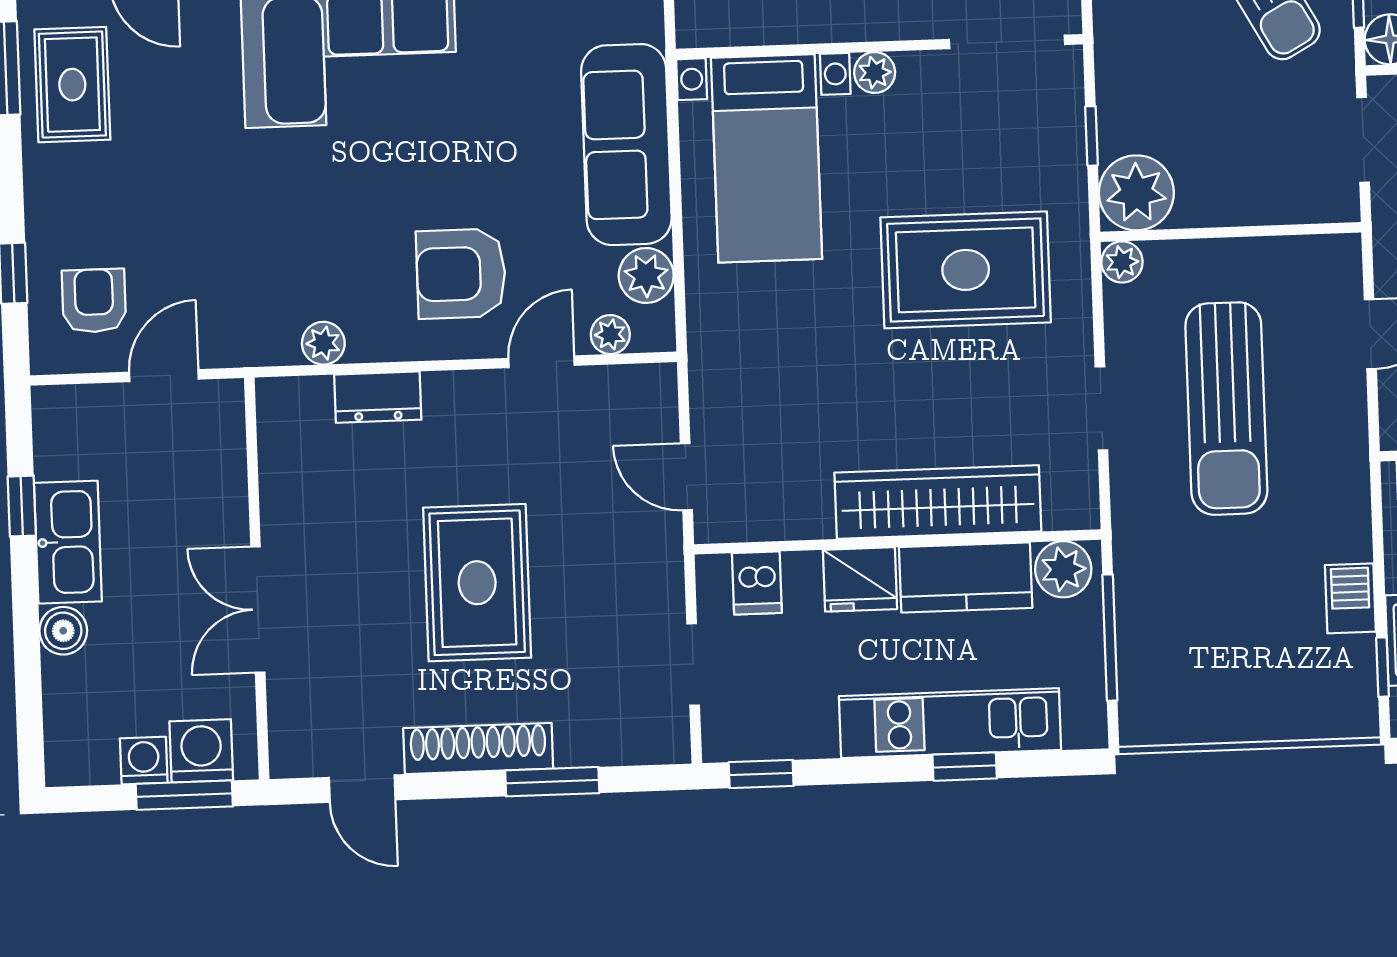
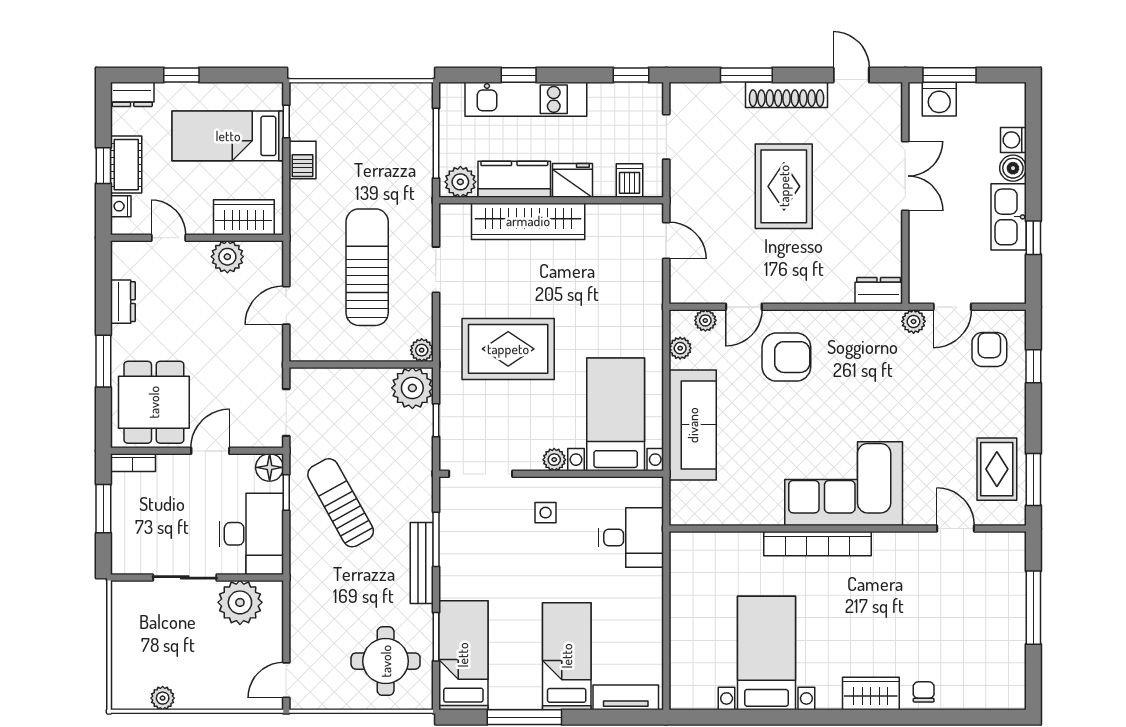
plant: (646, 275) -> (680, 348), width x0.73, depth x0.73
armchair: (94, 301) -> (989, 349), turned 180
plant: (323, 343) -> (914, 321), moved
dresser: (378, 397) -> (879, 291), moved
washing machine: (144, 761) -> (1013, 140), moved, turned 90

